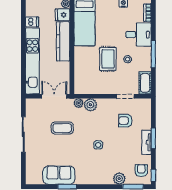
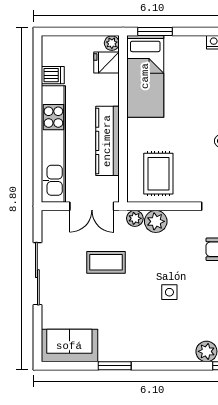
kitchen counter: (63, 41) -> (107, 141), moved
rug: (108, 59) -> (158, 174), moved
double door: (54, 96) -> (92, 206), swing flipped
sofa: (59, 175) -> (69, 346), moved

